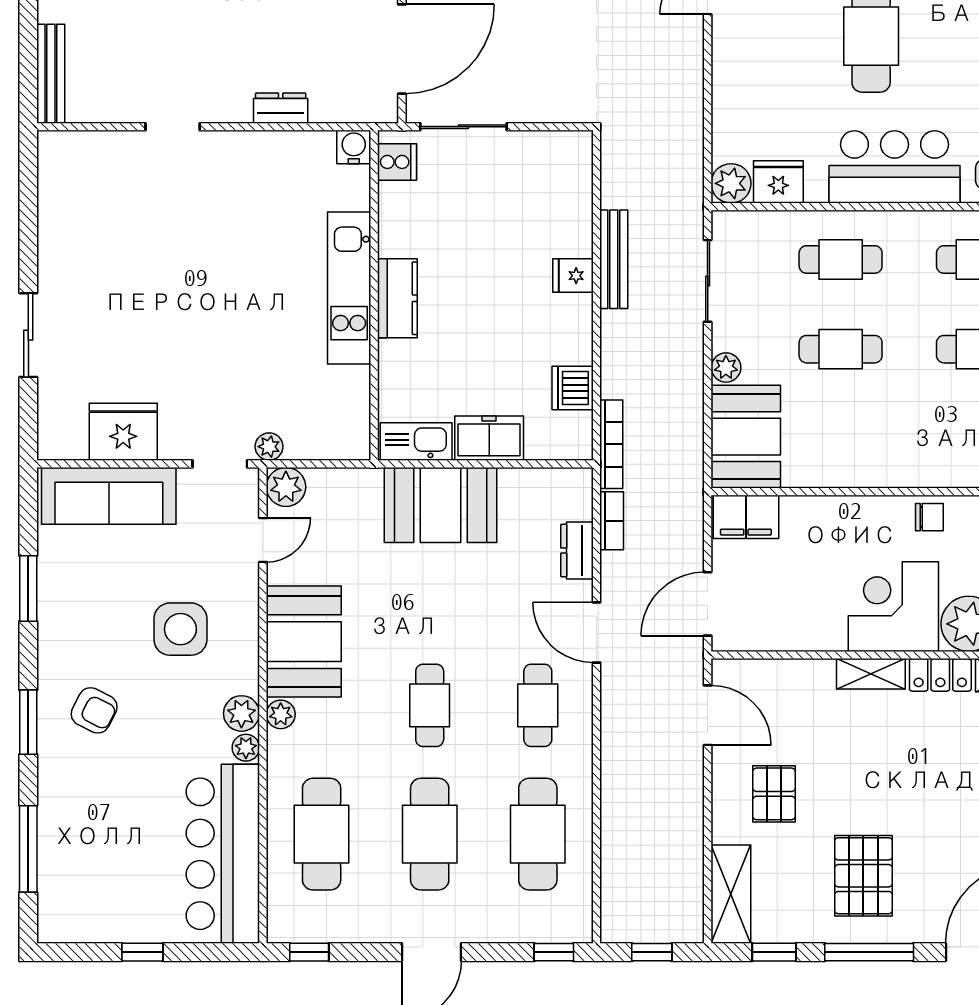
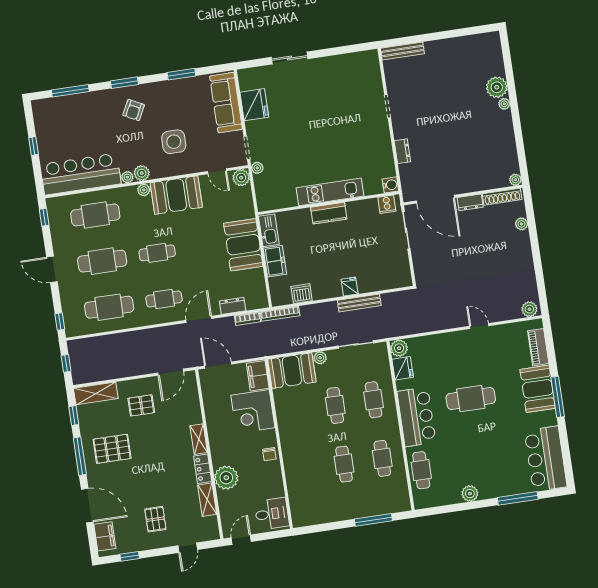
corner desk: (893, 607) -> (253, 412), moved, turned 180

